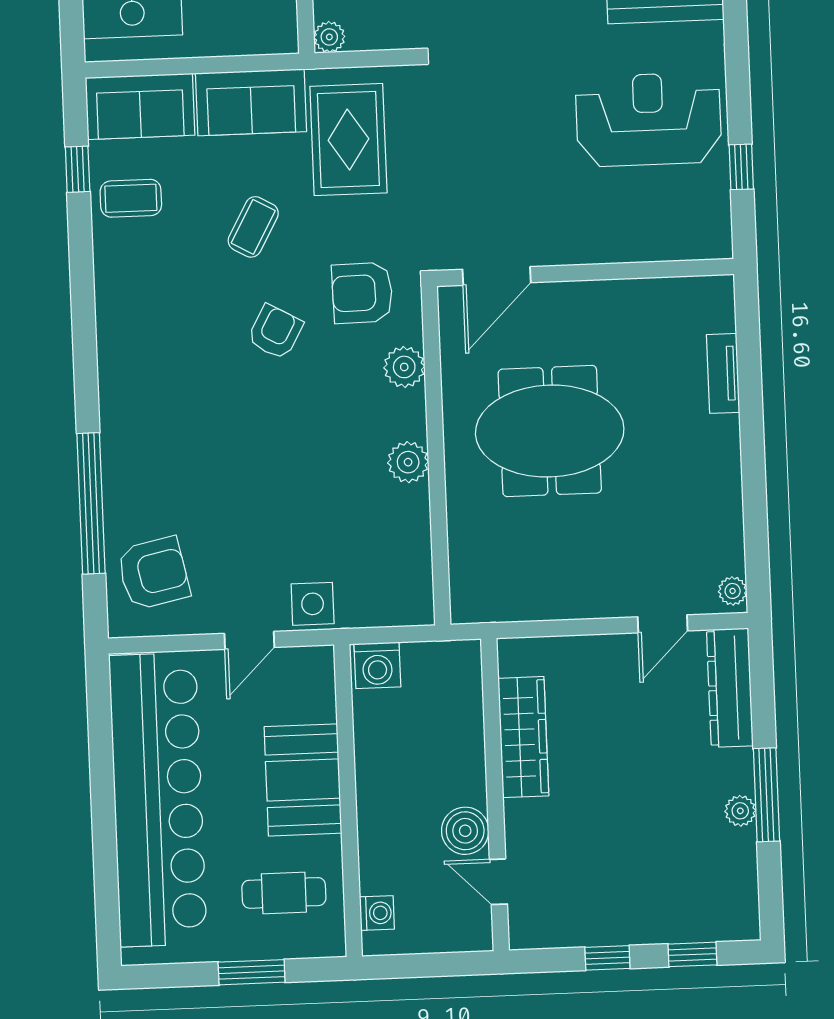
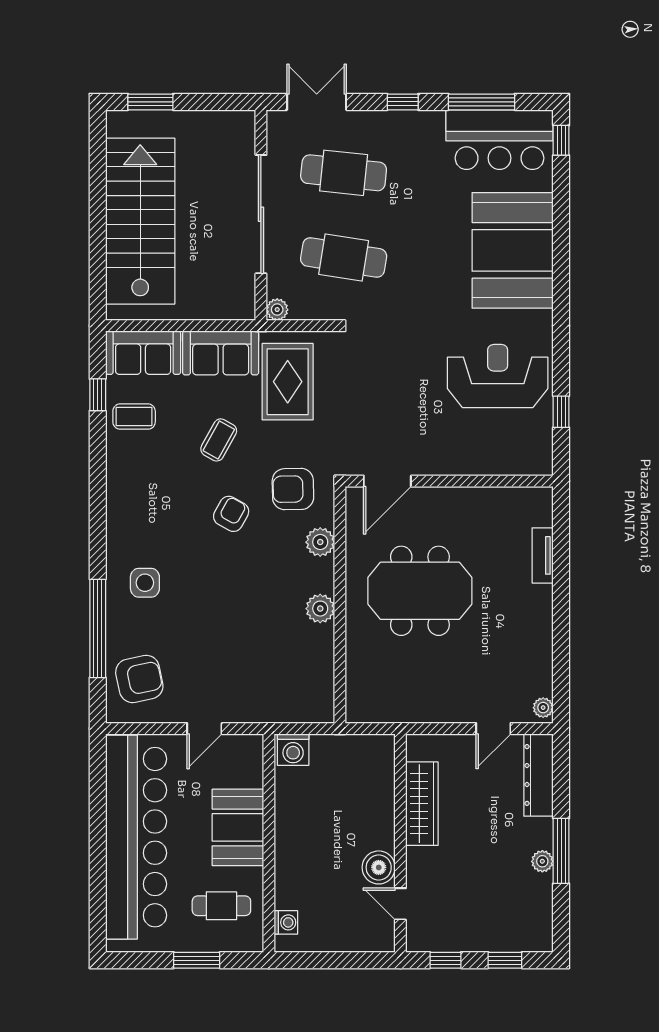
side table: (313, 604) -> (145, 583), moved
wardrobe: (523, 737) -> (422, 804), moved
wall: (495, 795) -> (400, 843), moved
boiler: (465, 831) -> (379, 867), moved
door: (498, 882) -> (400, 904), moved

